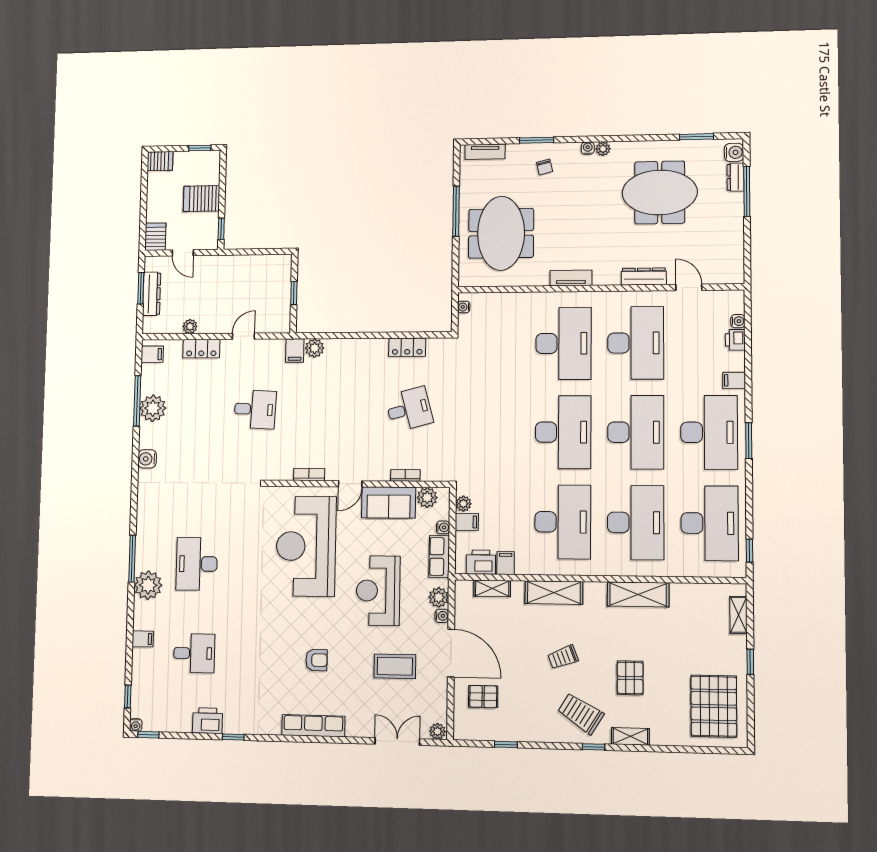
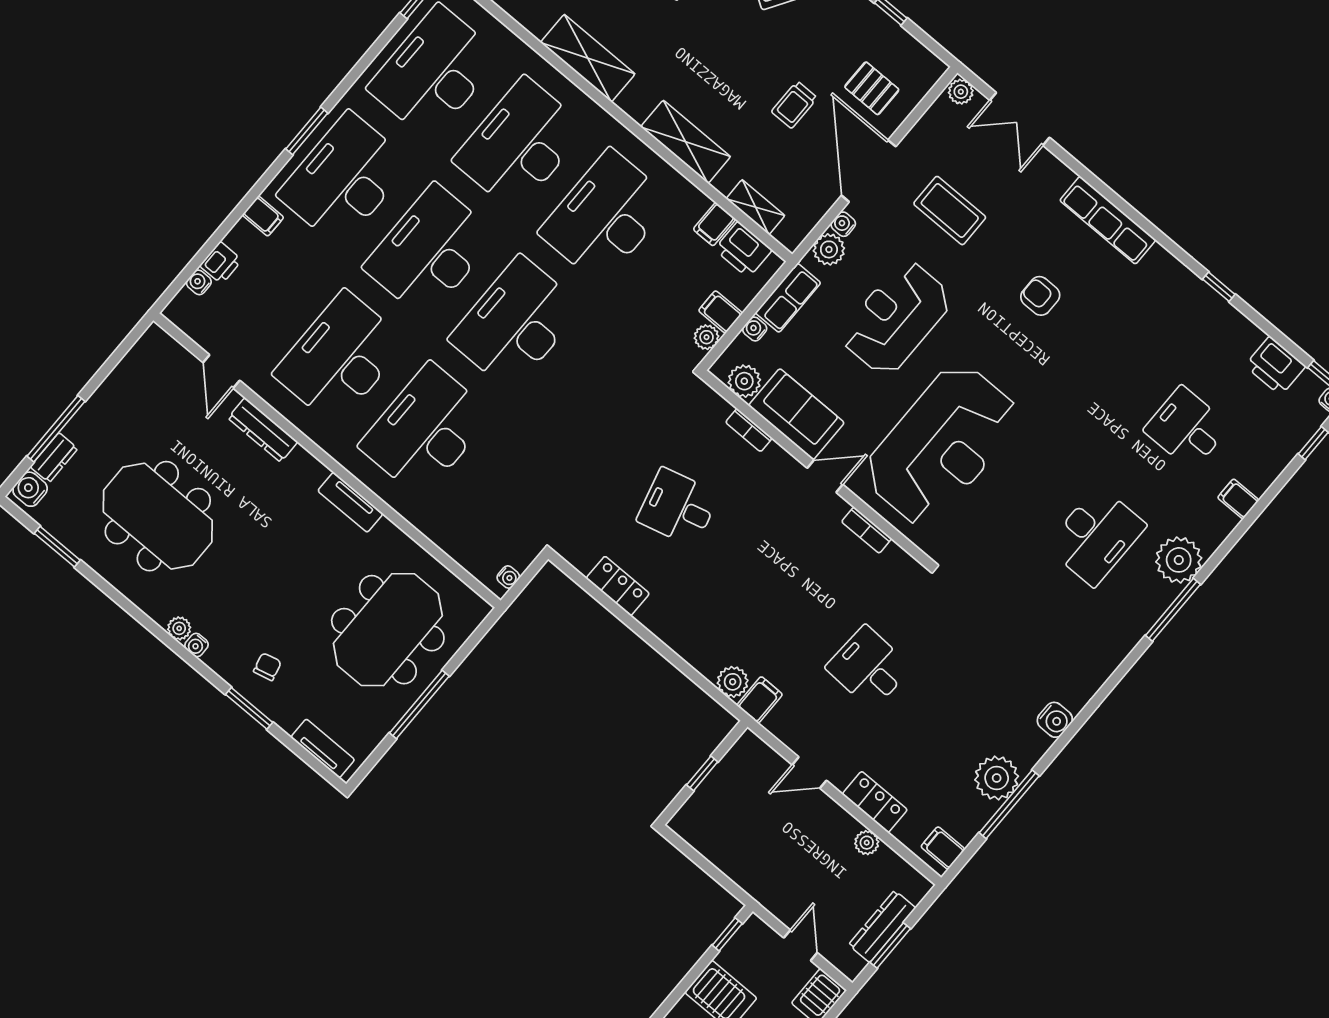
reception desk: (378, 591) -> (896, 318), turned 180
trolley: (563, 657) -> (794, 105), moved, turned 111
printer: (208, 721) -> (1275, 366), moved

